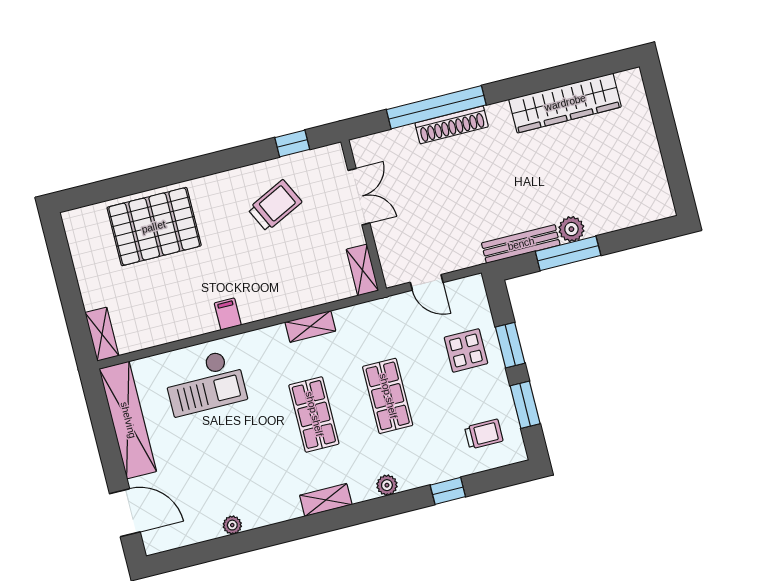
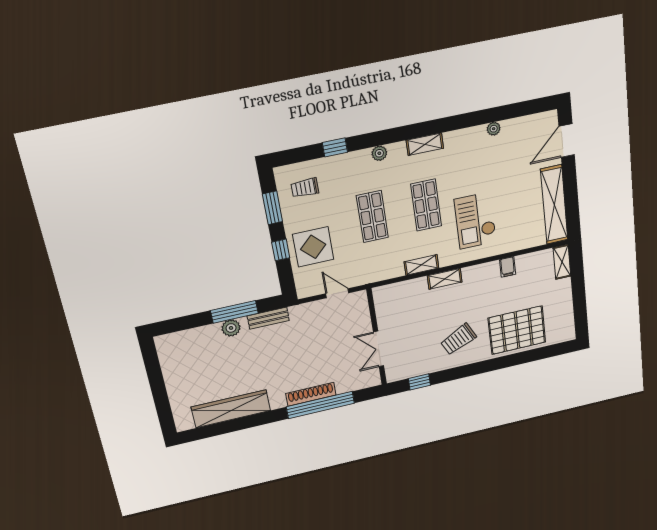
trolley: (275, 205) -> (458, 339), moved
bench: (521, 244) -> (268, 318), width x0.73
shelving: (362, 270) -> (445, 279), moved, turned 90
filing cabinet: (228, 314) -> (508, 267), moved
window: (510, 345) -> (281, 250), width x0.67
display table: (466, 350) -> (313, 247), width x1.36, depth x1.36
checkout: (205, 383) -> (475, 221), moved, turned -90
door: (125, 513) -> (567, 141), hinge flipped

